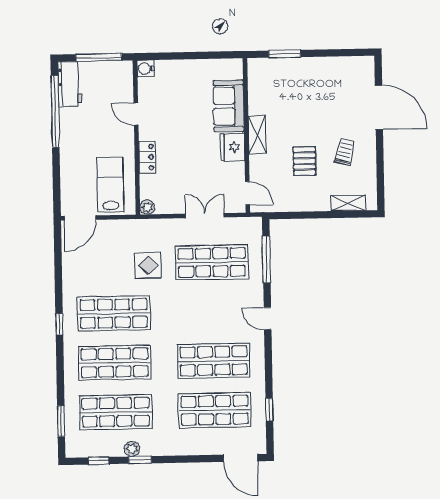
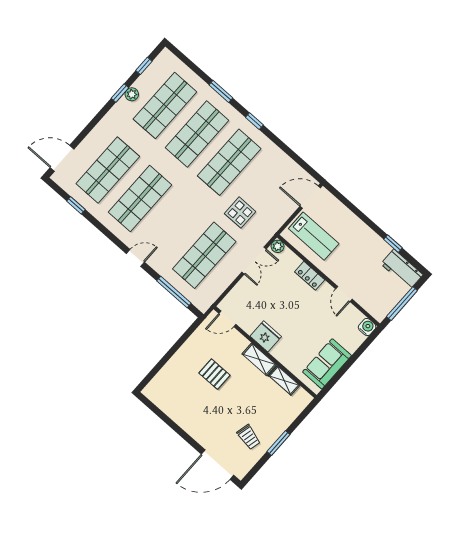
window: (285, 54) -> (278, 443), moved
sofa: (229, 106) -> (327, 364), moved, turned -90
door: (379, 107) -> (218, 465), moved
window: (55, 112) -> (393, 244), width x0.32
door: (136, 114) -> (344, 294), swing flipped
trolley: (345, 152) -> (249, 437), moved
shelving: (348, 203) -> (284, 380), moved, turned 90
double door: (205, 216) -> (254, 261), moved
door: (80, 218) -> (310, 197), hinge flipped
window: (61, 421) -> (221, 91), moved

